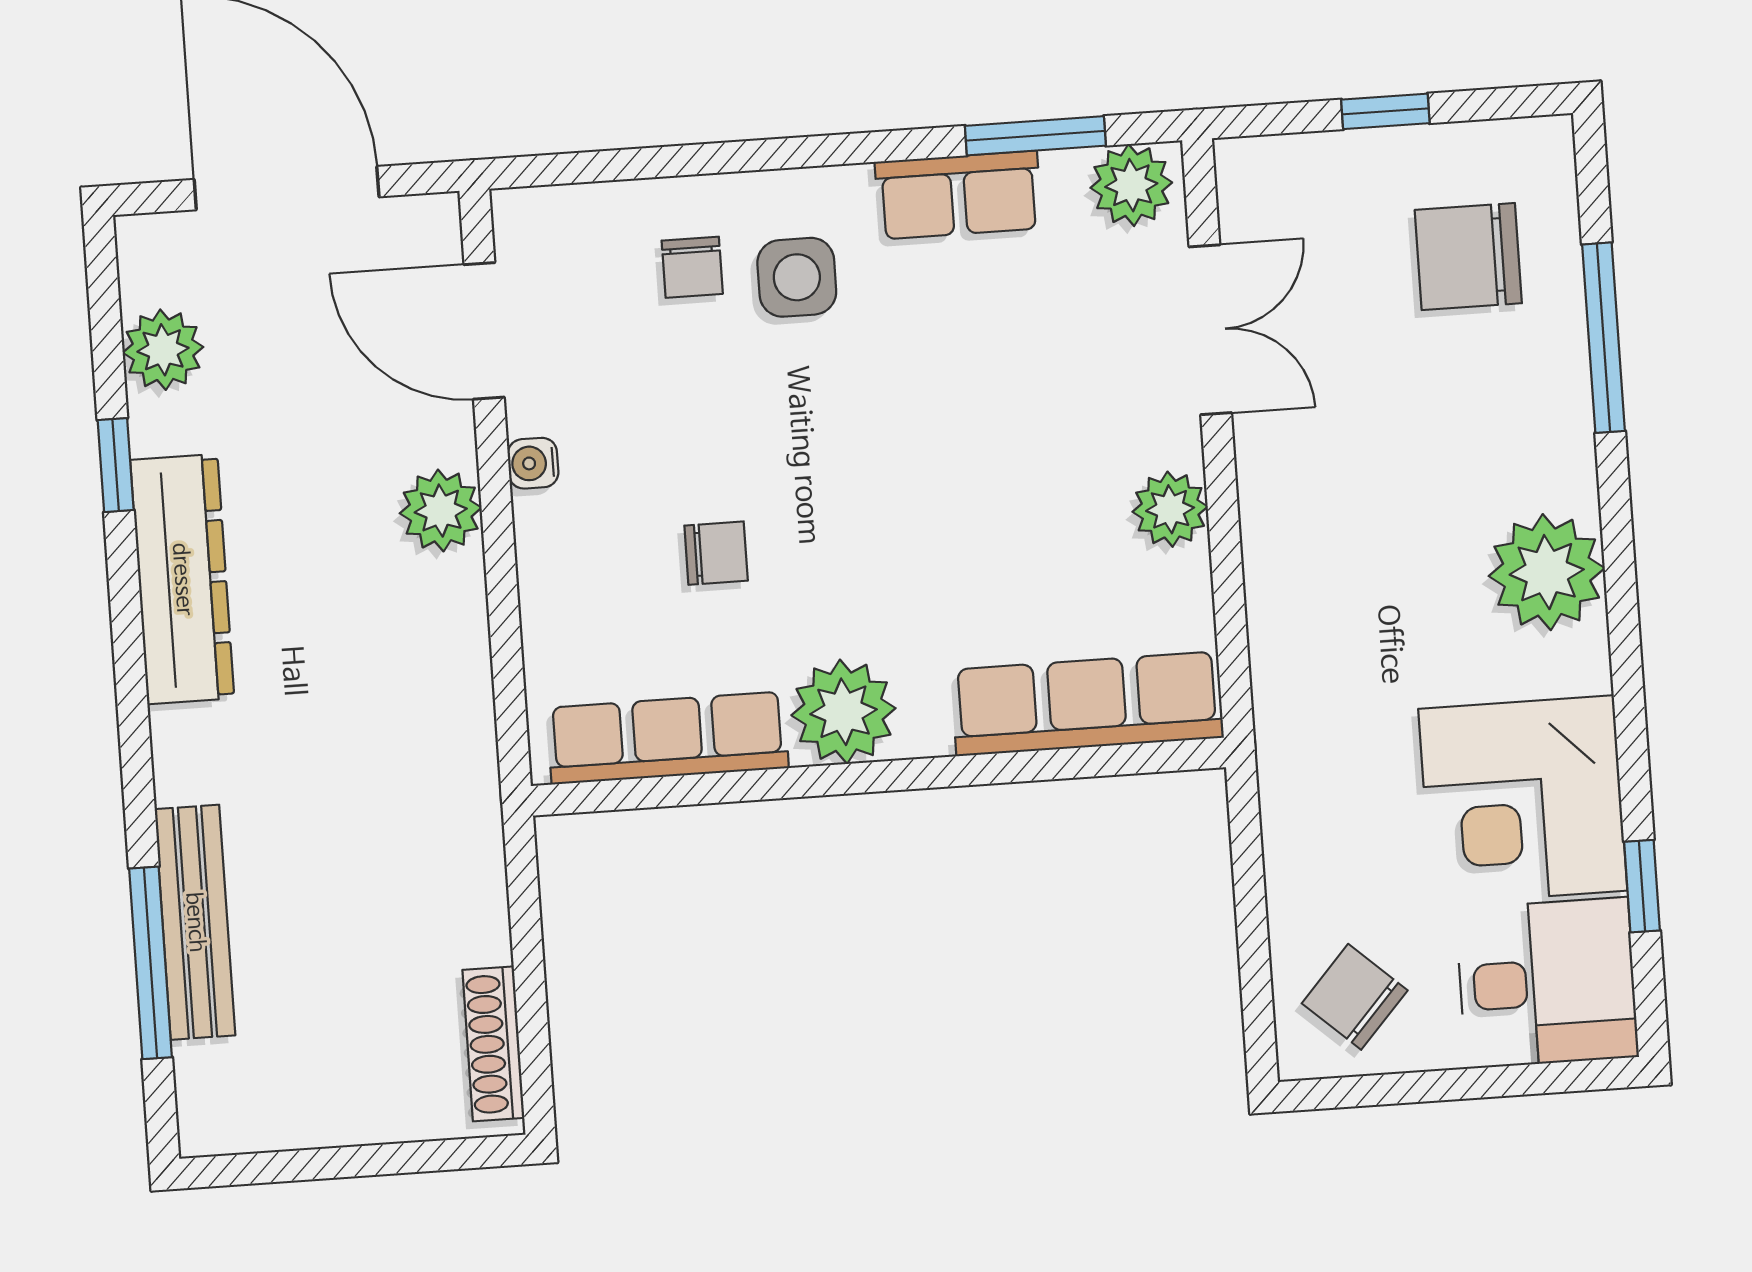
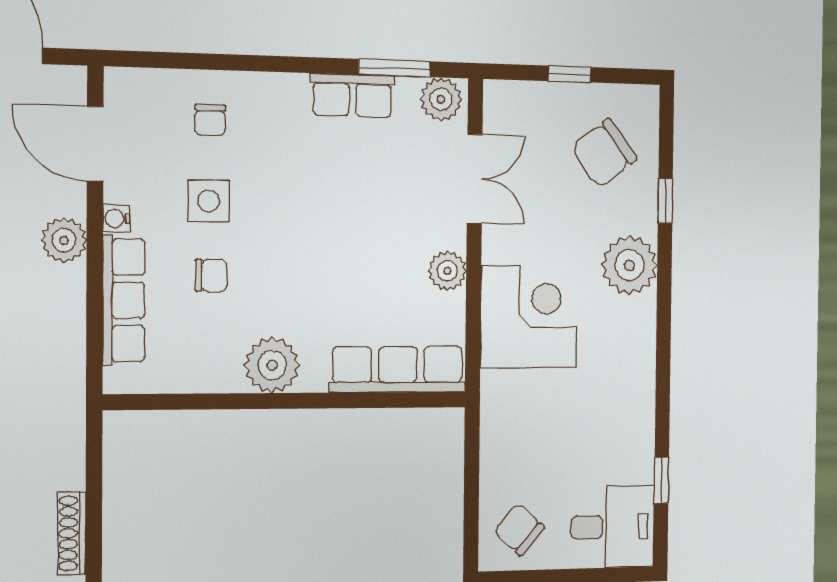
chair: (1468, 257) -> (604, 153), turned -37
side table: (797, 277) -> (209, 201), moved
window: (1604, 338) -> (665, 201), width x0.46
plant: (1547, 572) -> (630, 265), moved
row of seats: (668, 738) -> (124, 300), moved, turned 90
corner desk: (1523, 800) -> (529, 317), moved, turned 180

